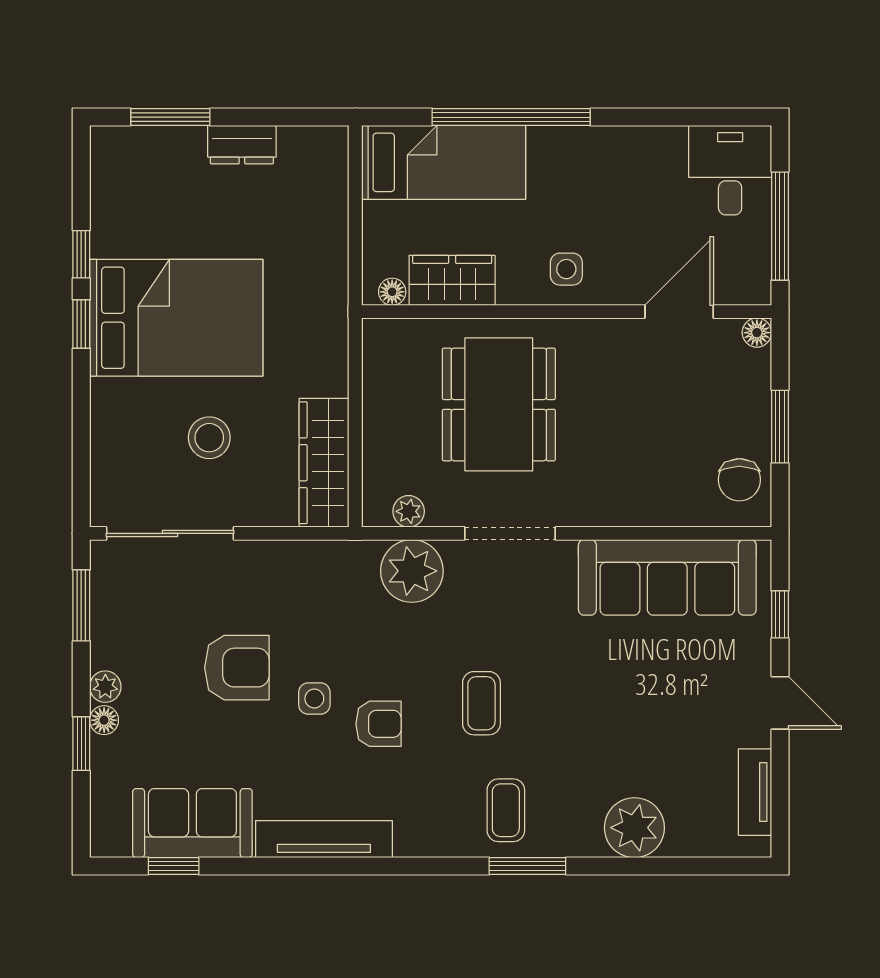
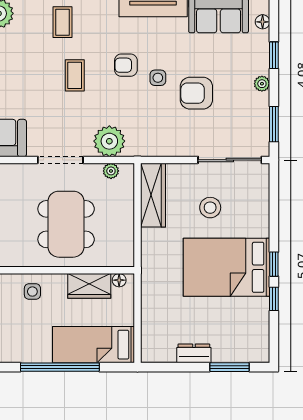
floor lamp: (104, 720) -> (263, 22), moved

